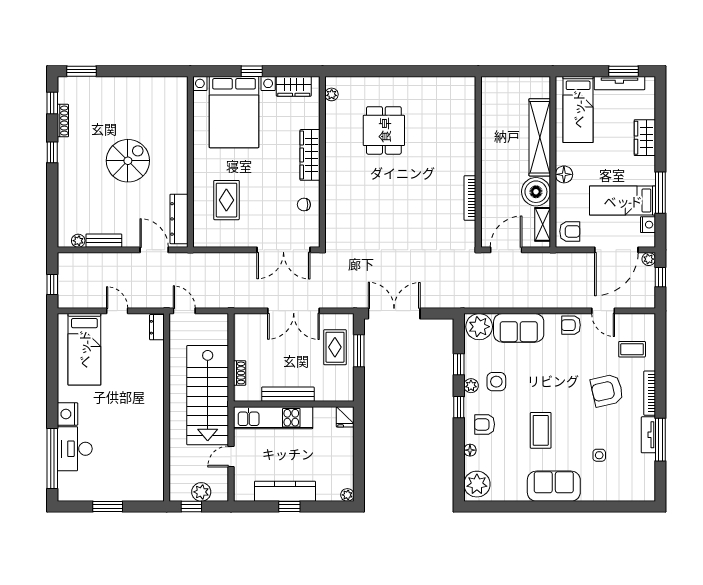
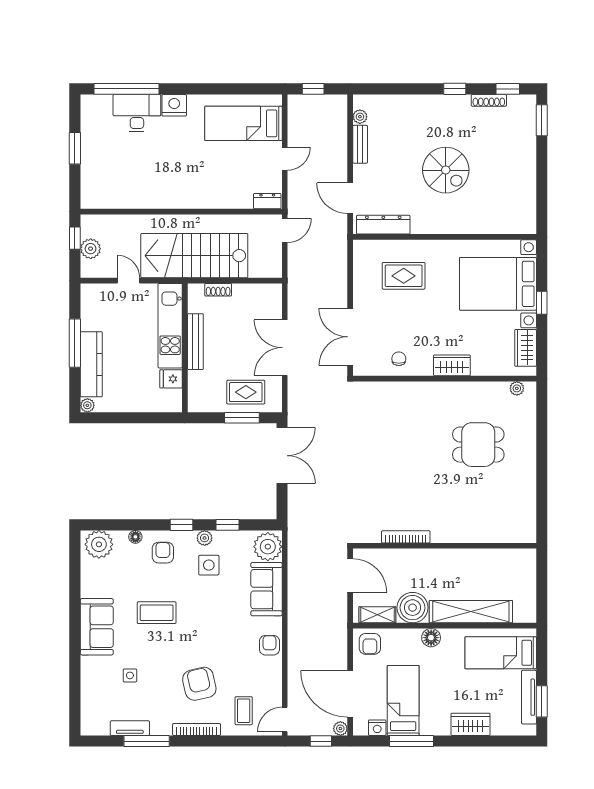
wardrobe: (310, 155) -> (452, 365), width x0.67
door: (154, 250) -> (350, 198), swing flipped
door: (603, 311) -> (285, 720), moved
fridge: (345, 417) -> (171, 379), moved
tv unit: (648, 435) -> (130, 728), moved
kitchen counter: (285, 491) -> (91, 364), moved
window: (289, 507) -> (75, 343), width x2.17

